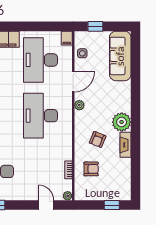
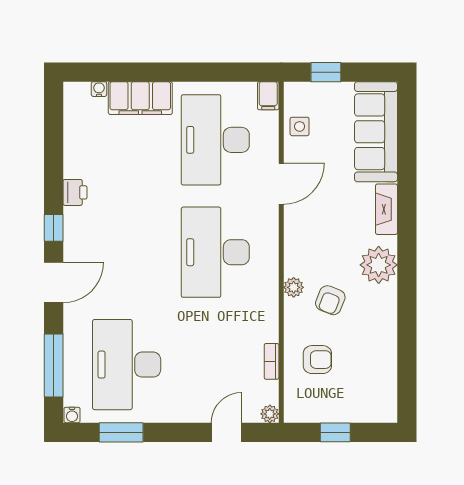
plant: (79, 105) -> (294, 287), moved
fireplace: (125, 145) -> (386, 209), moved
door: (46, 205) -> (227, 432), hinge flipped
window: (112, 205) -> (335, 432), moved

